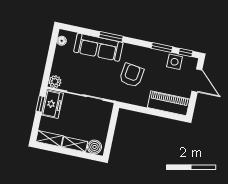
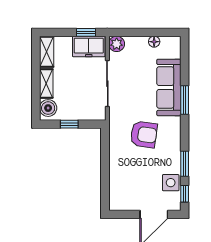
floor lamp: (62, 41) -> (154, 42), moved
piano: (169, 103) -> (119, 186), removed
window: (111, 133) -> (69, 124), added

